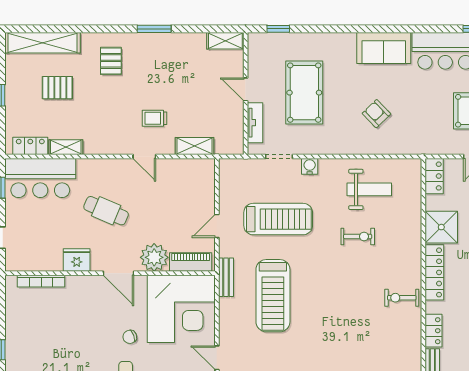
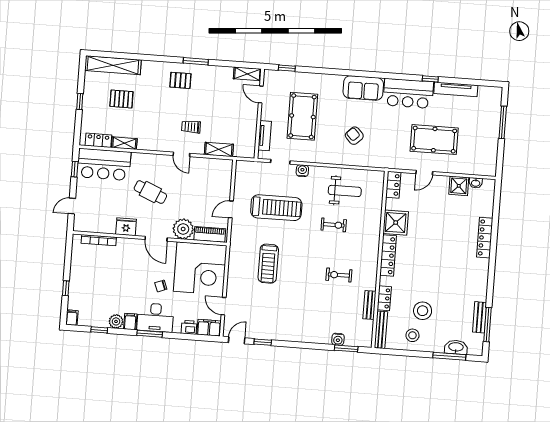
pallet: (111, 61) -> (180, 80), moved, turned 90
door: (246, 89) -> (261, 95), moved
bench: (226, 277) -> (369, 305), moved
treadmill: (273, 296) -> (268, 264), width x0.73, depth x0.73
exercise bike: (402, 298) -> (339, 275), moved

